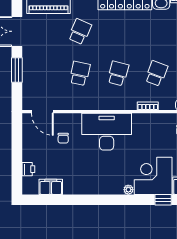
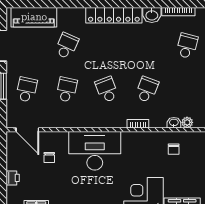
school desk: (41, 73) -> (27, 90), added
school desk: (118, 73) -> (107, 90), turned -36
printer: (28, 169) -> (13, 178), moved

